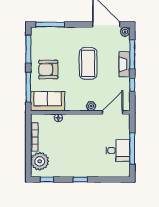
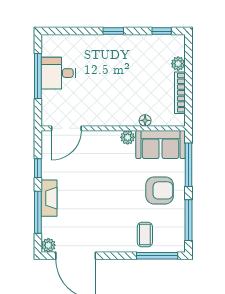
coffee table: (88, 63) -> (145, 235), moved, width x0.54, depth x0.58
plant: (91, 106) -> (128, 137), moved
plant: (40, 161) -> (178, 64), width x0.53, depth x0.53

